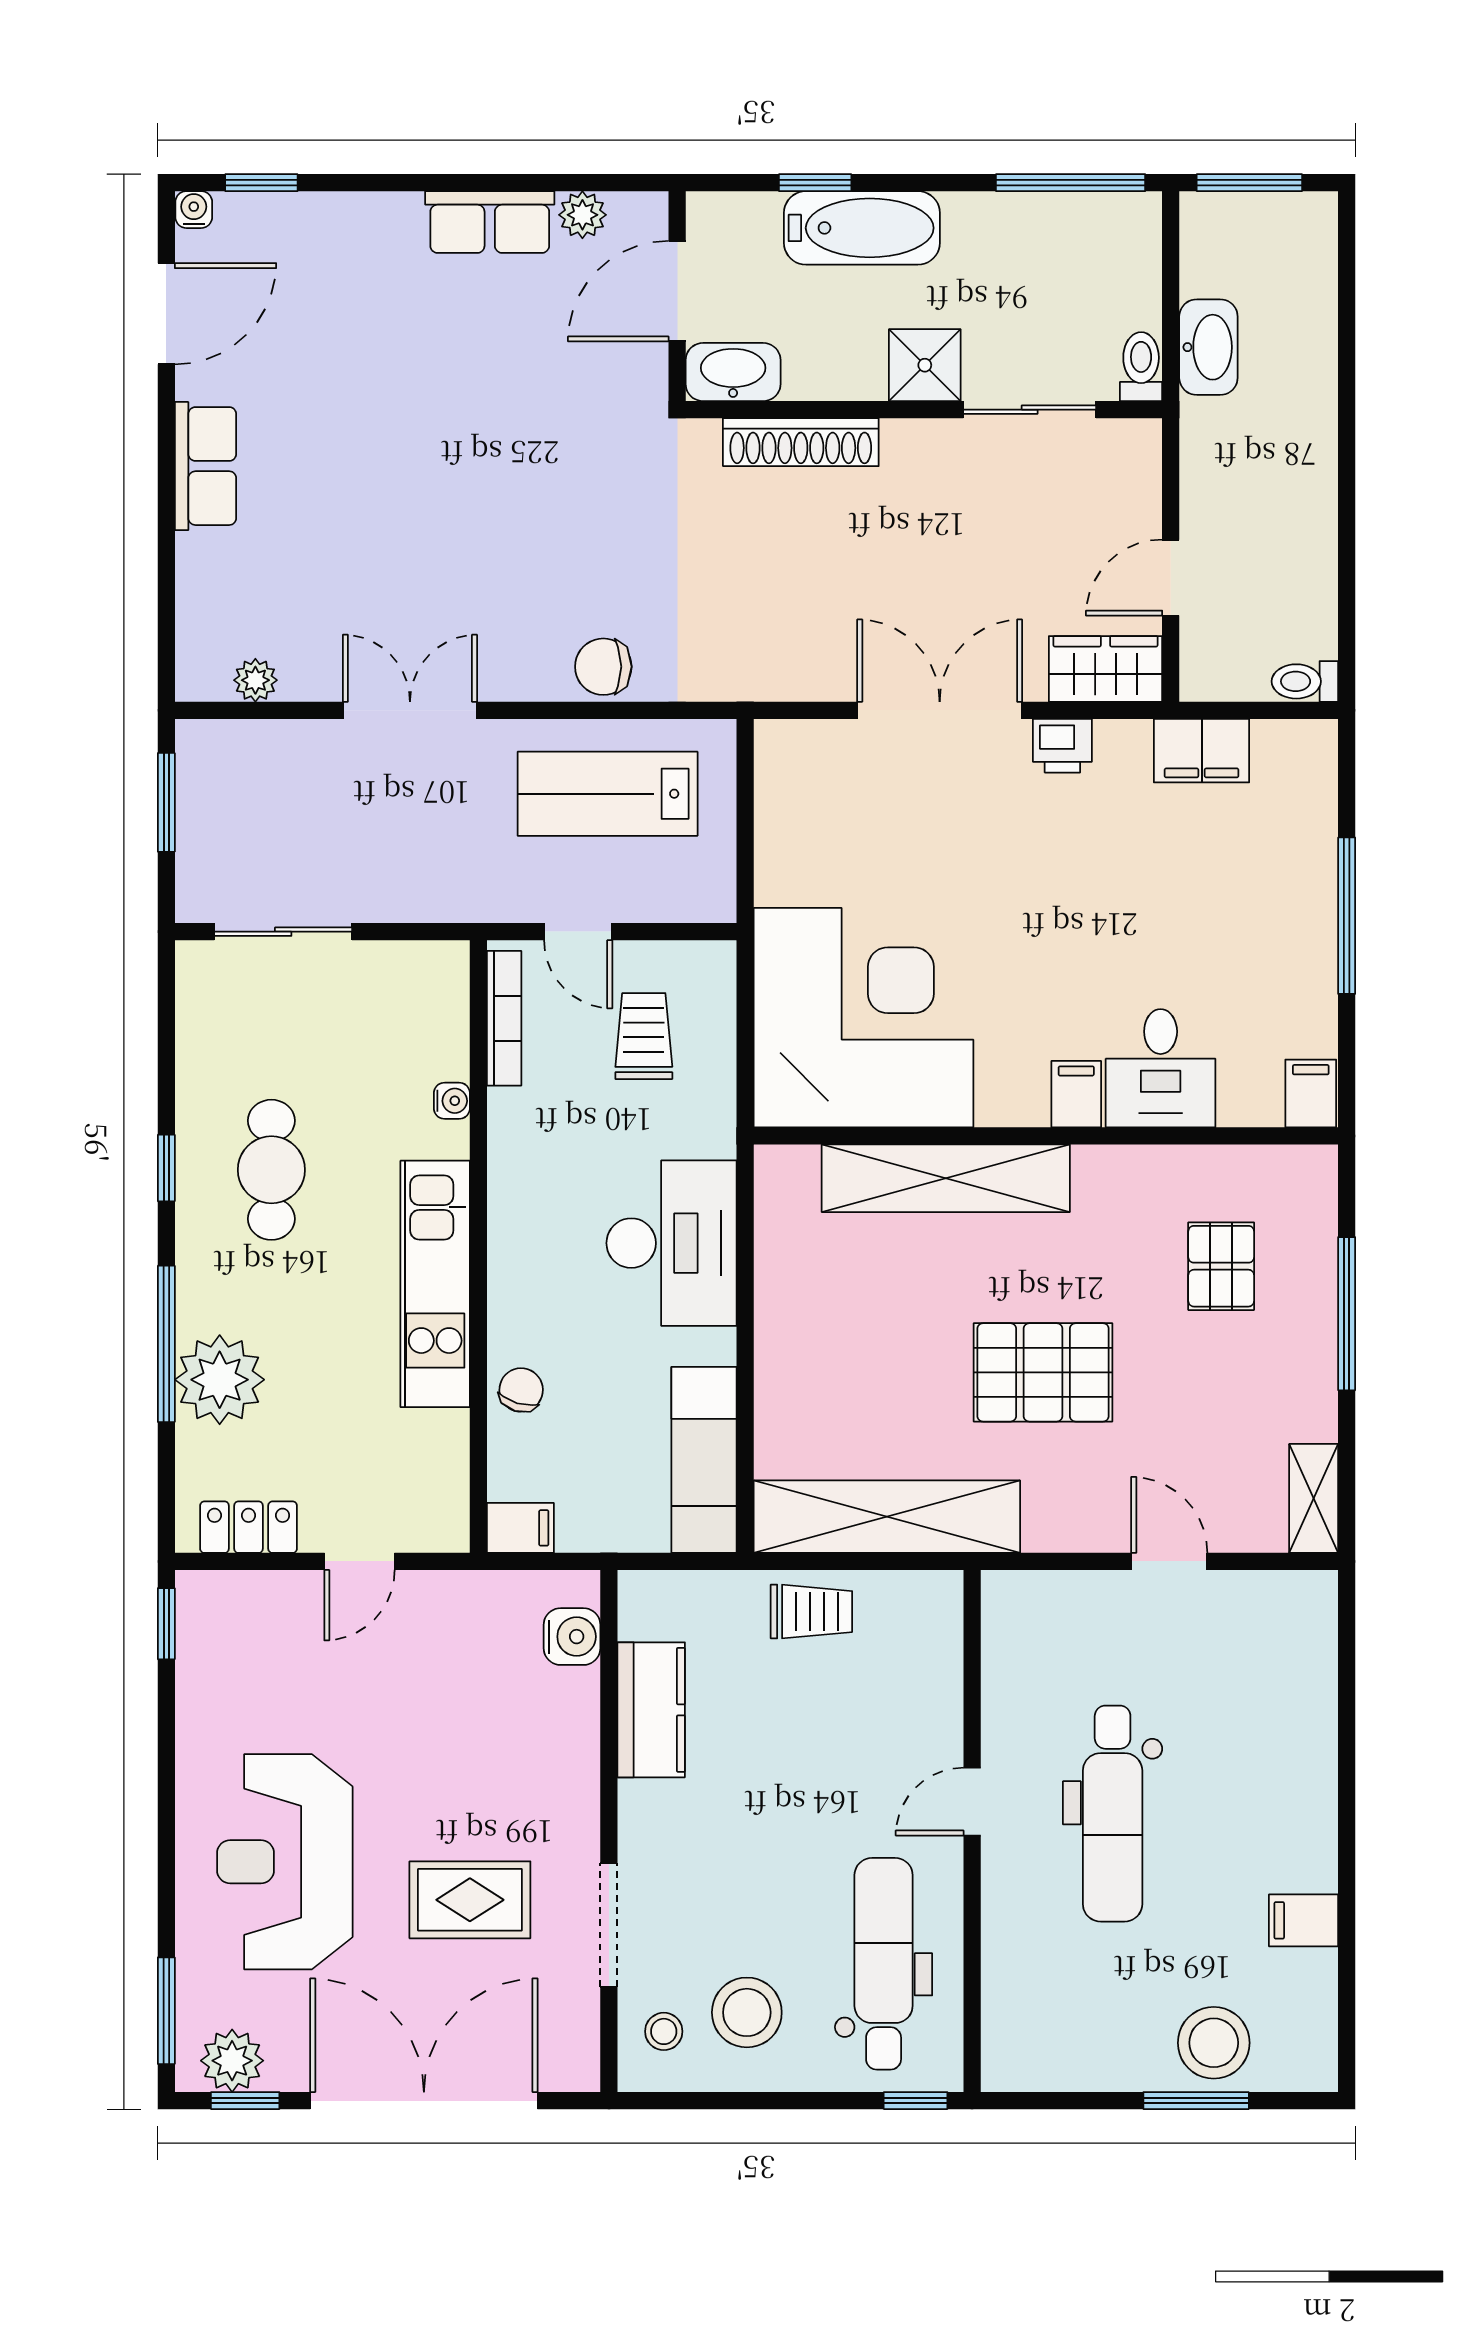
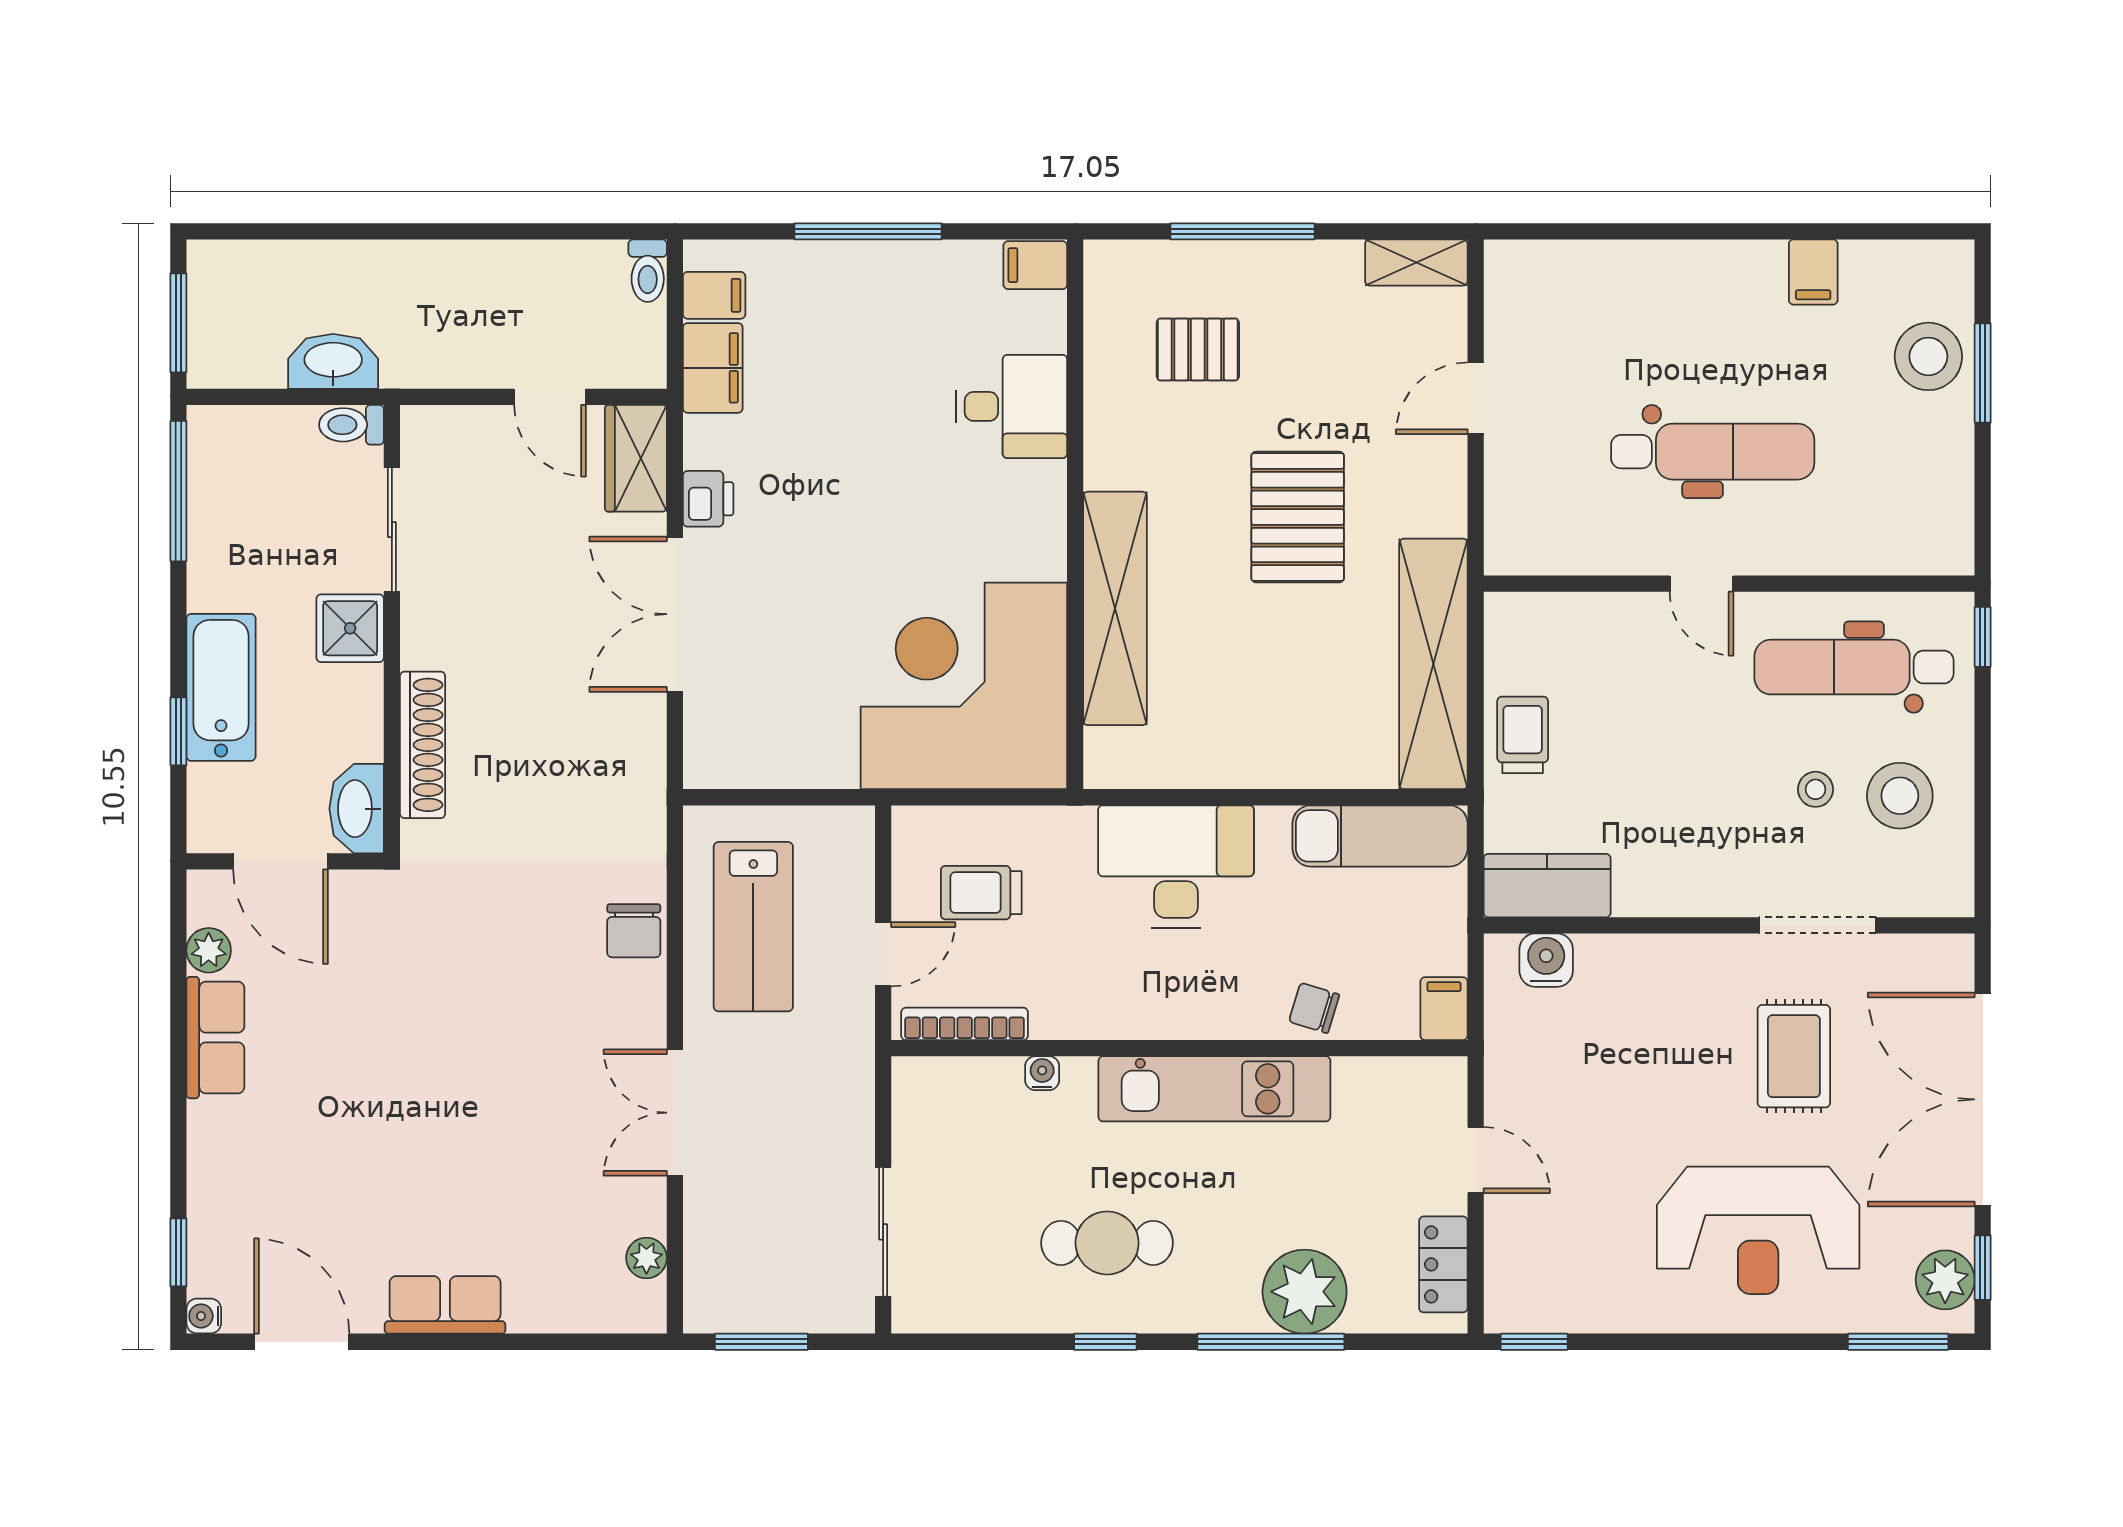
filing cabinet: (1076, 1094) -> (714, 295), moved, turned 180
kitchen counter: (651, 1710) -> (1547, 886), moved
stool: (664, 2031) -> (1816, 789), moved

